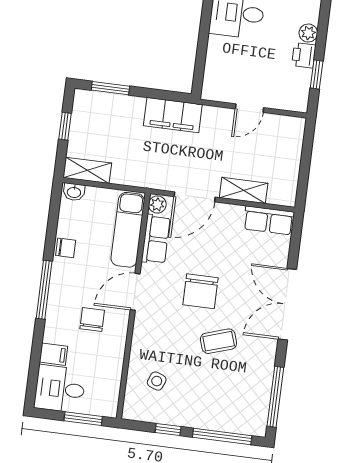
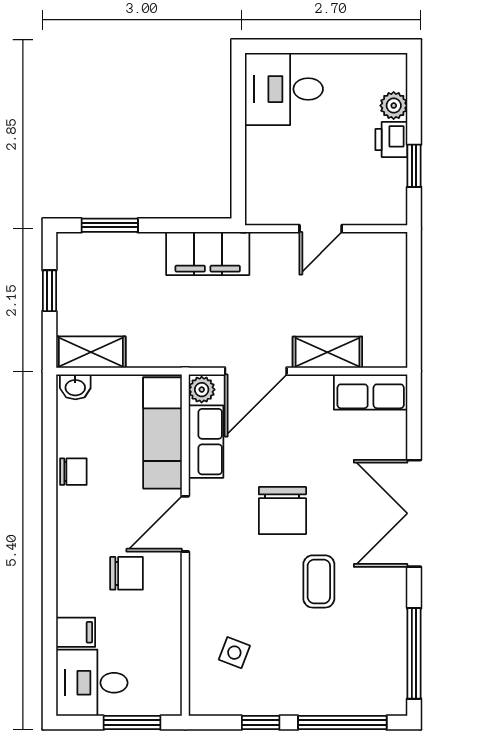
window: (44, 290) -> (49, 538), removed
chair: (92, 320) -> (127, 573), turned 90
coffee table: (219, 341) -> (319, 581), turned -72

